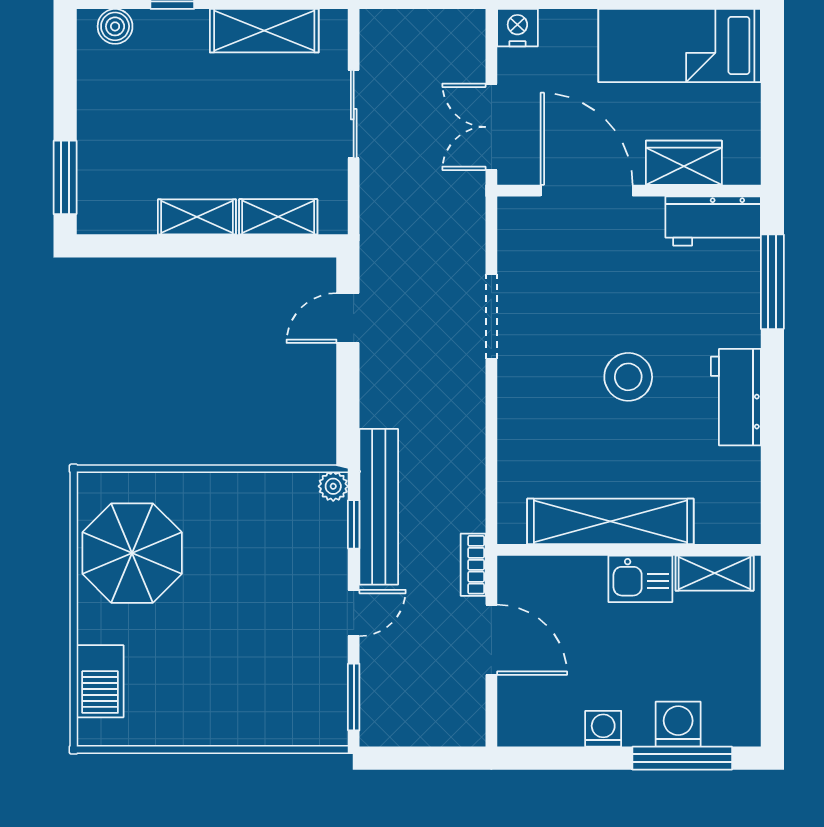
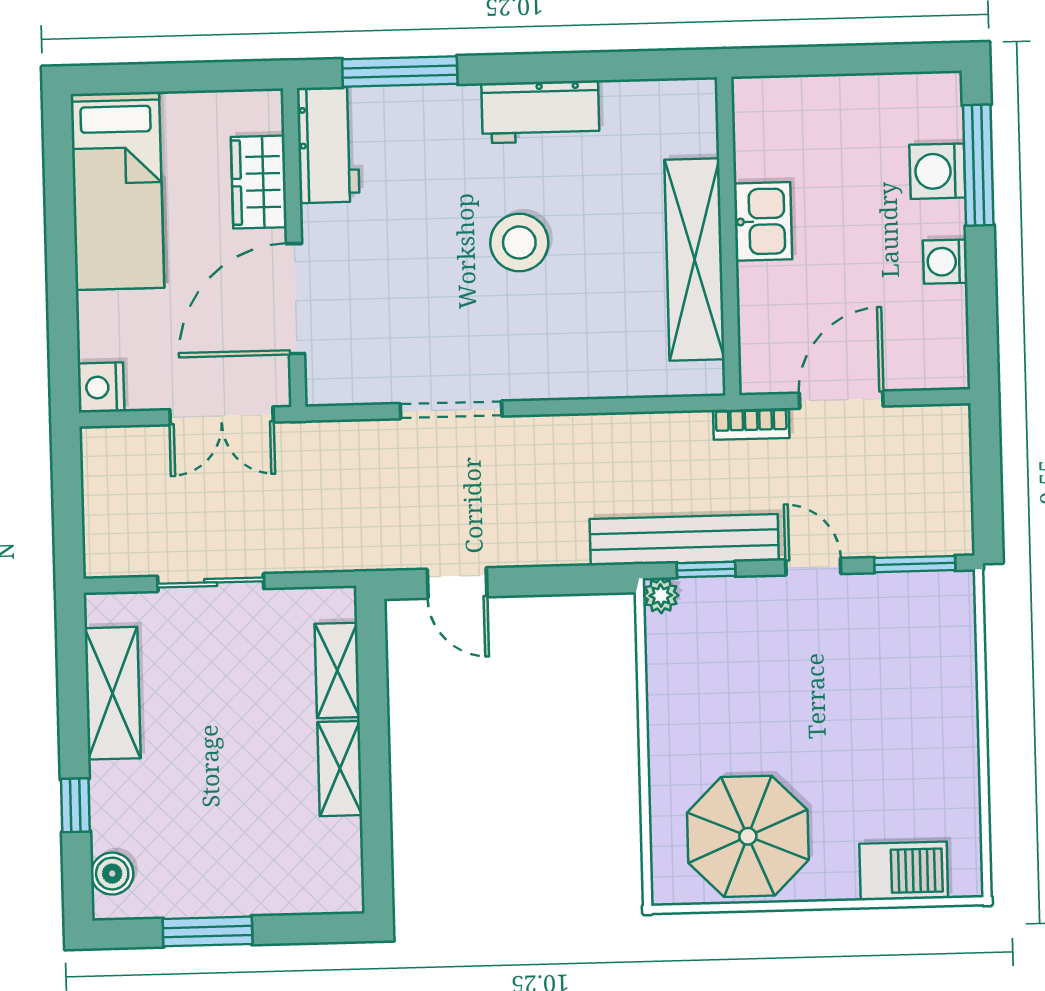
window: (65, 177) -> (208, 931), moved
shelving: (715, 573) -> (754, 132), removed

